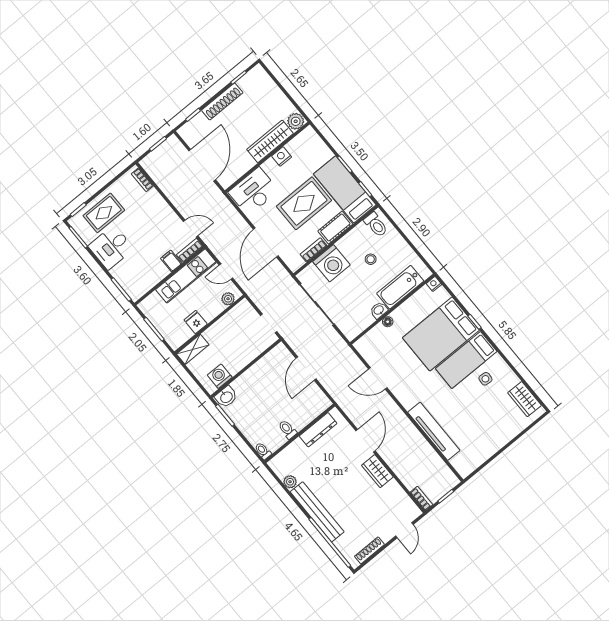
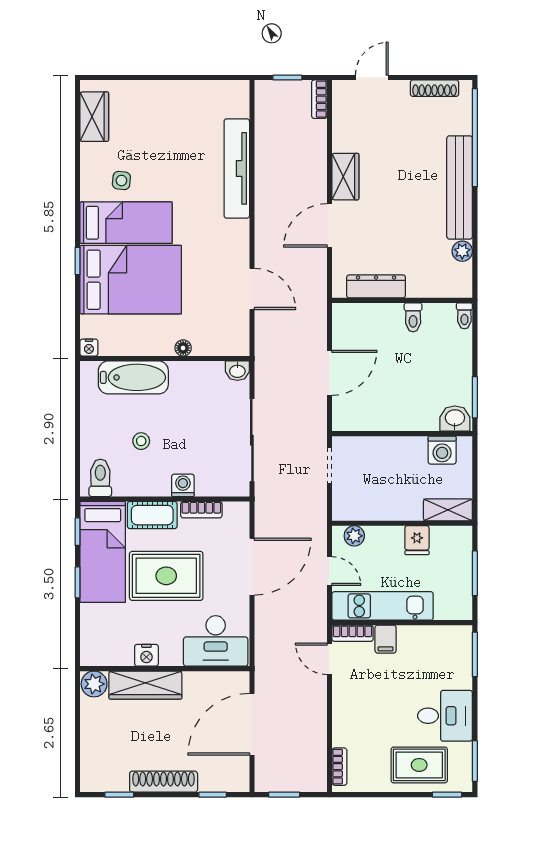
washing machine: (331, 263) -> (183, 485), width x0.53, depth x0.53
washbasin: (379, 310) -> (237, 371), moved

